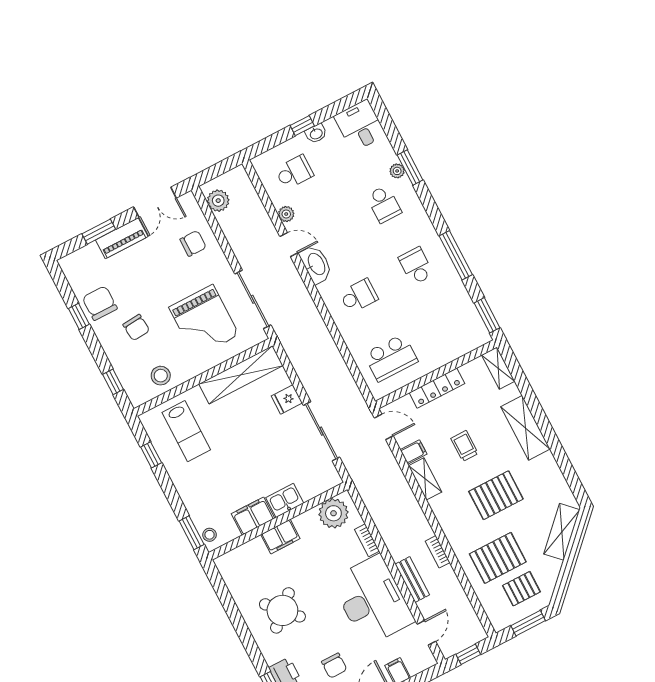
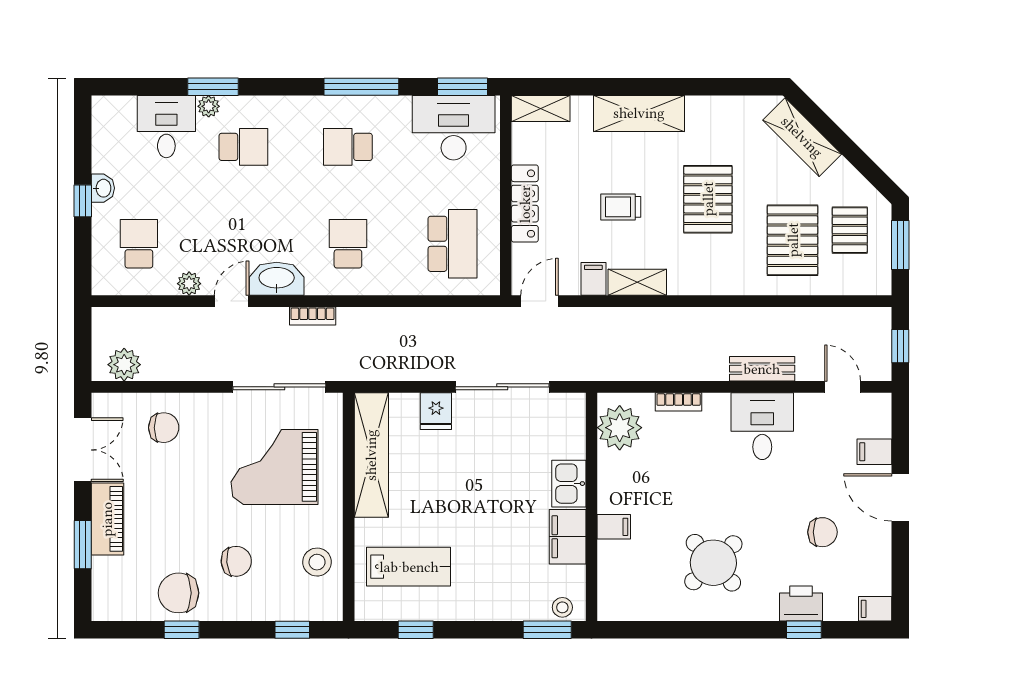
desk: (360, 126) -> (166, 127), moved, turned 90
chair: (193, 243) -> (164, 428), turned 90
grand piano: (204, 321) -> (275, 467), turned 180
desk: (460, 323) -> (454, 128), added
filing cabinet: (280, 537) -> (614, 527), width x0.50
bookcase: (438, 552) -> (313, 316), moved
desk: (372, 600) -> (762, 426), width x0.53, depth x0.77

